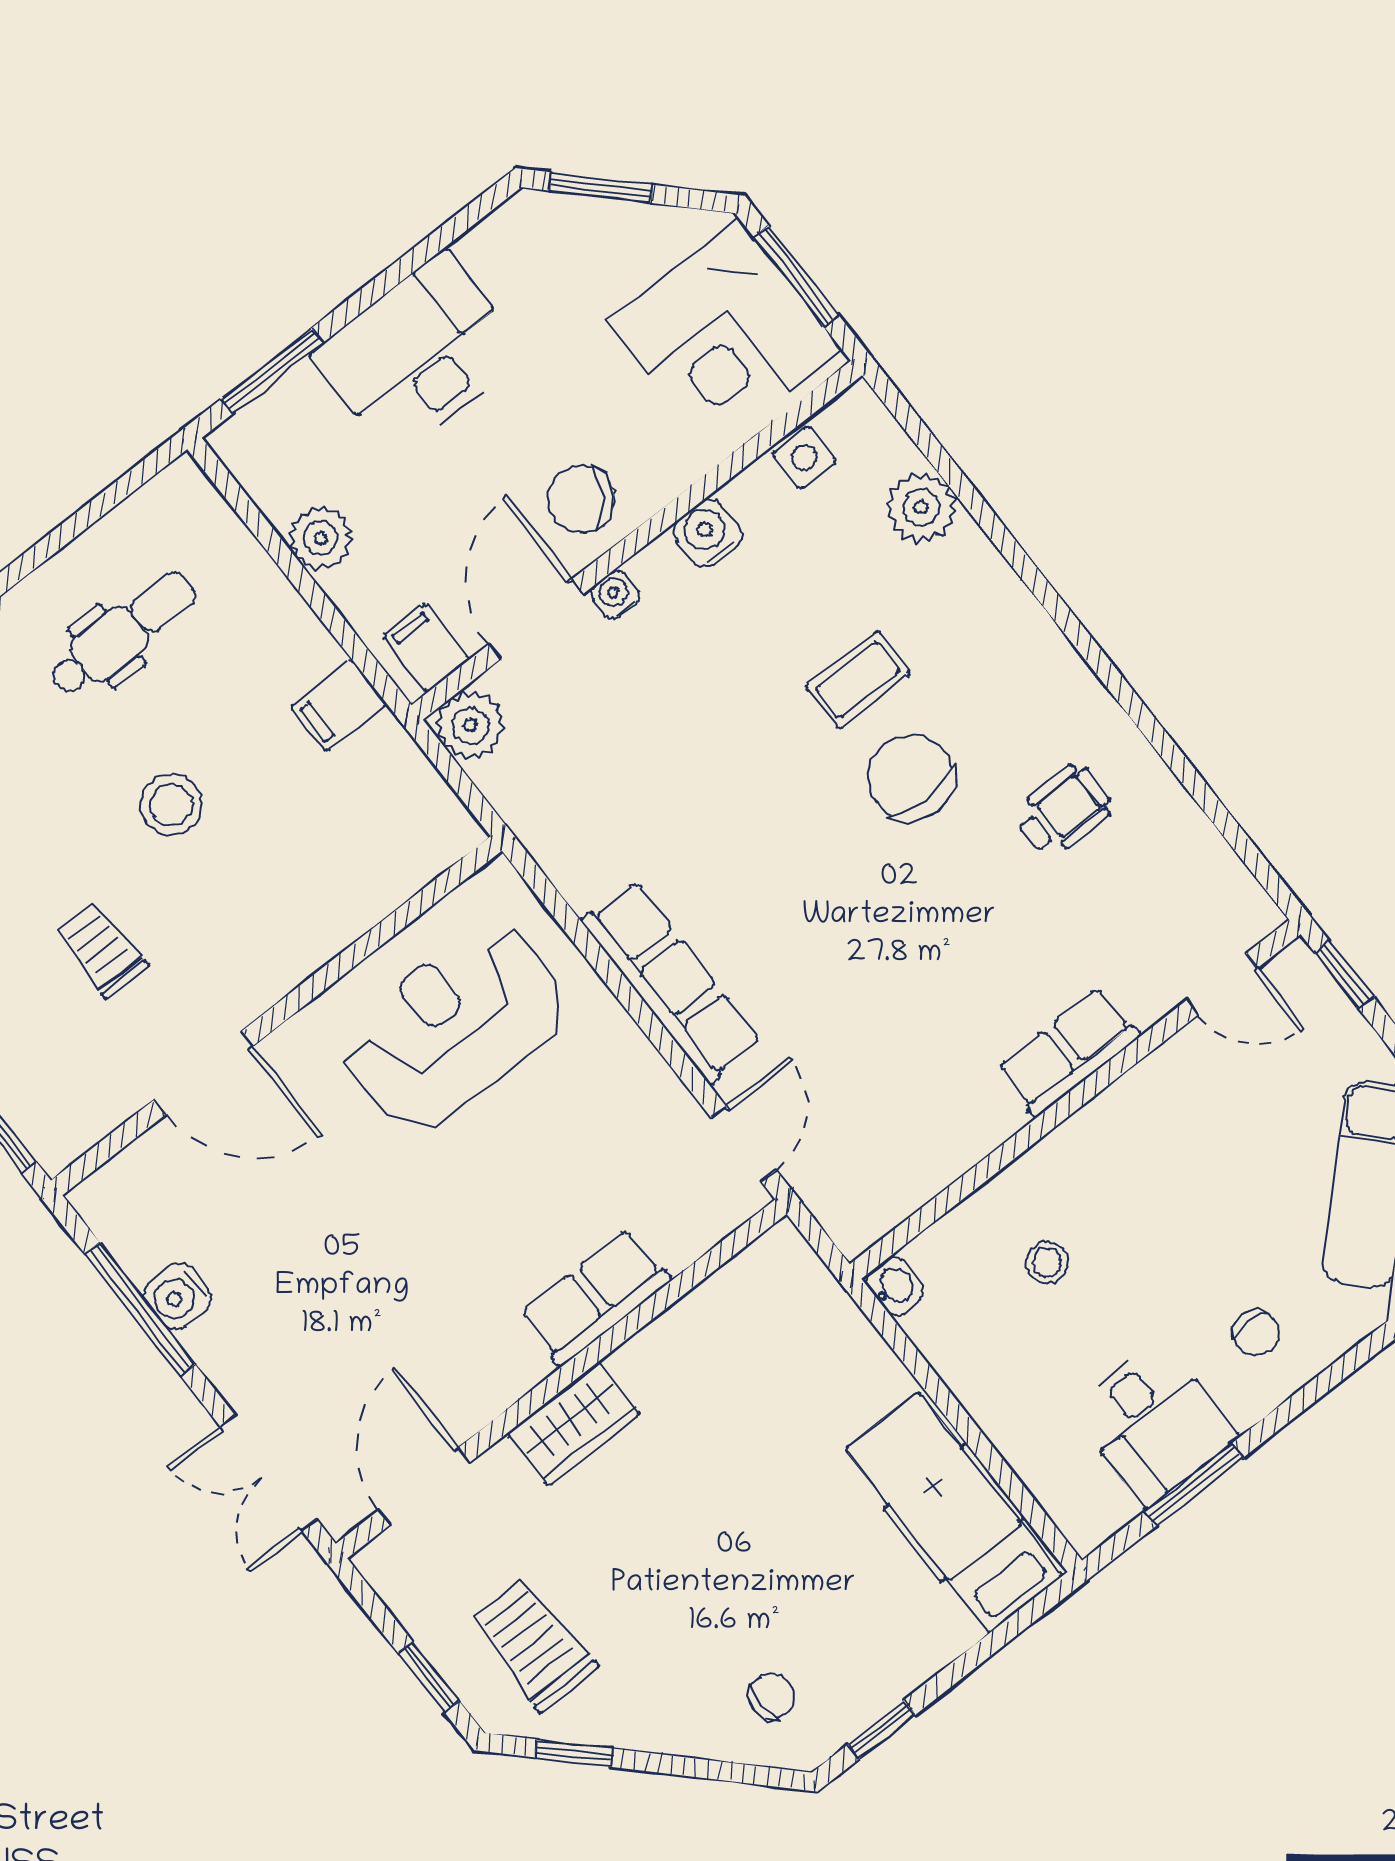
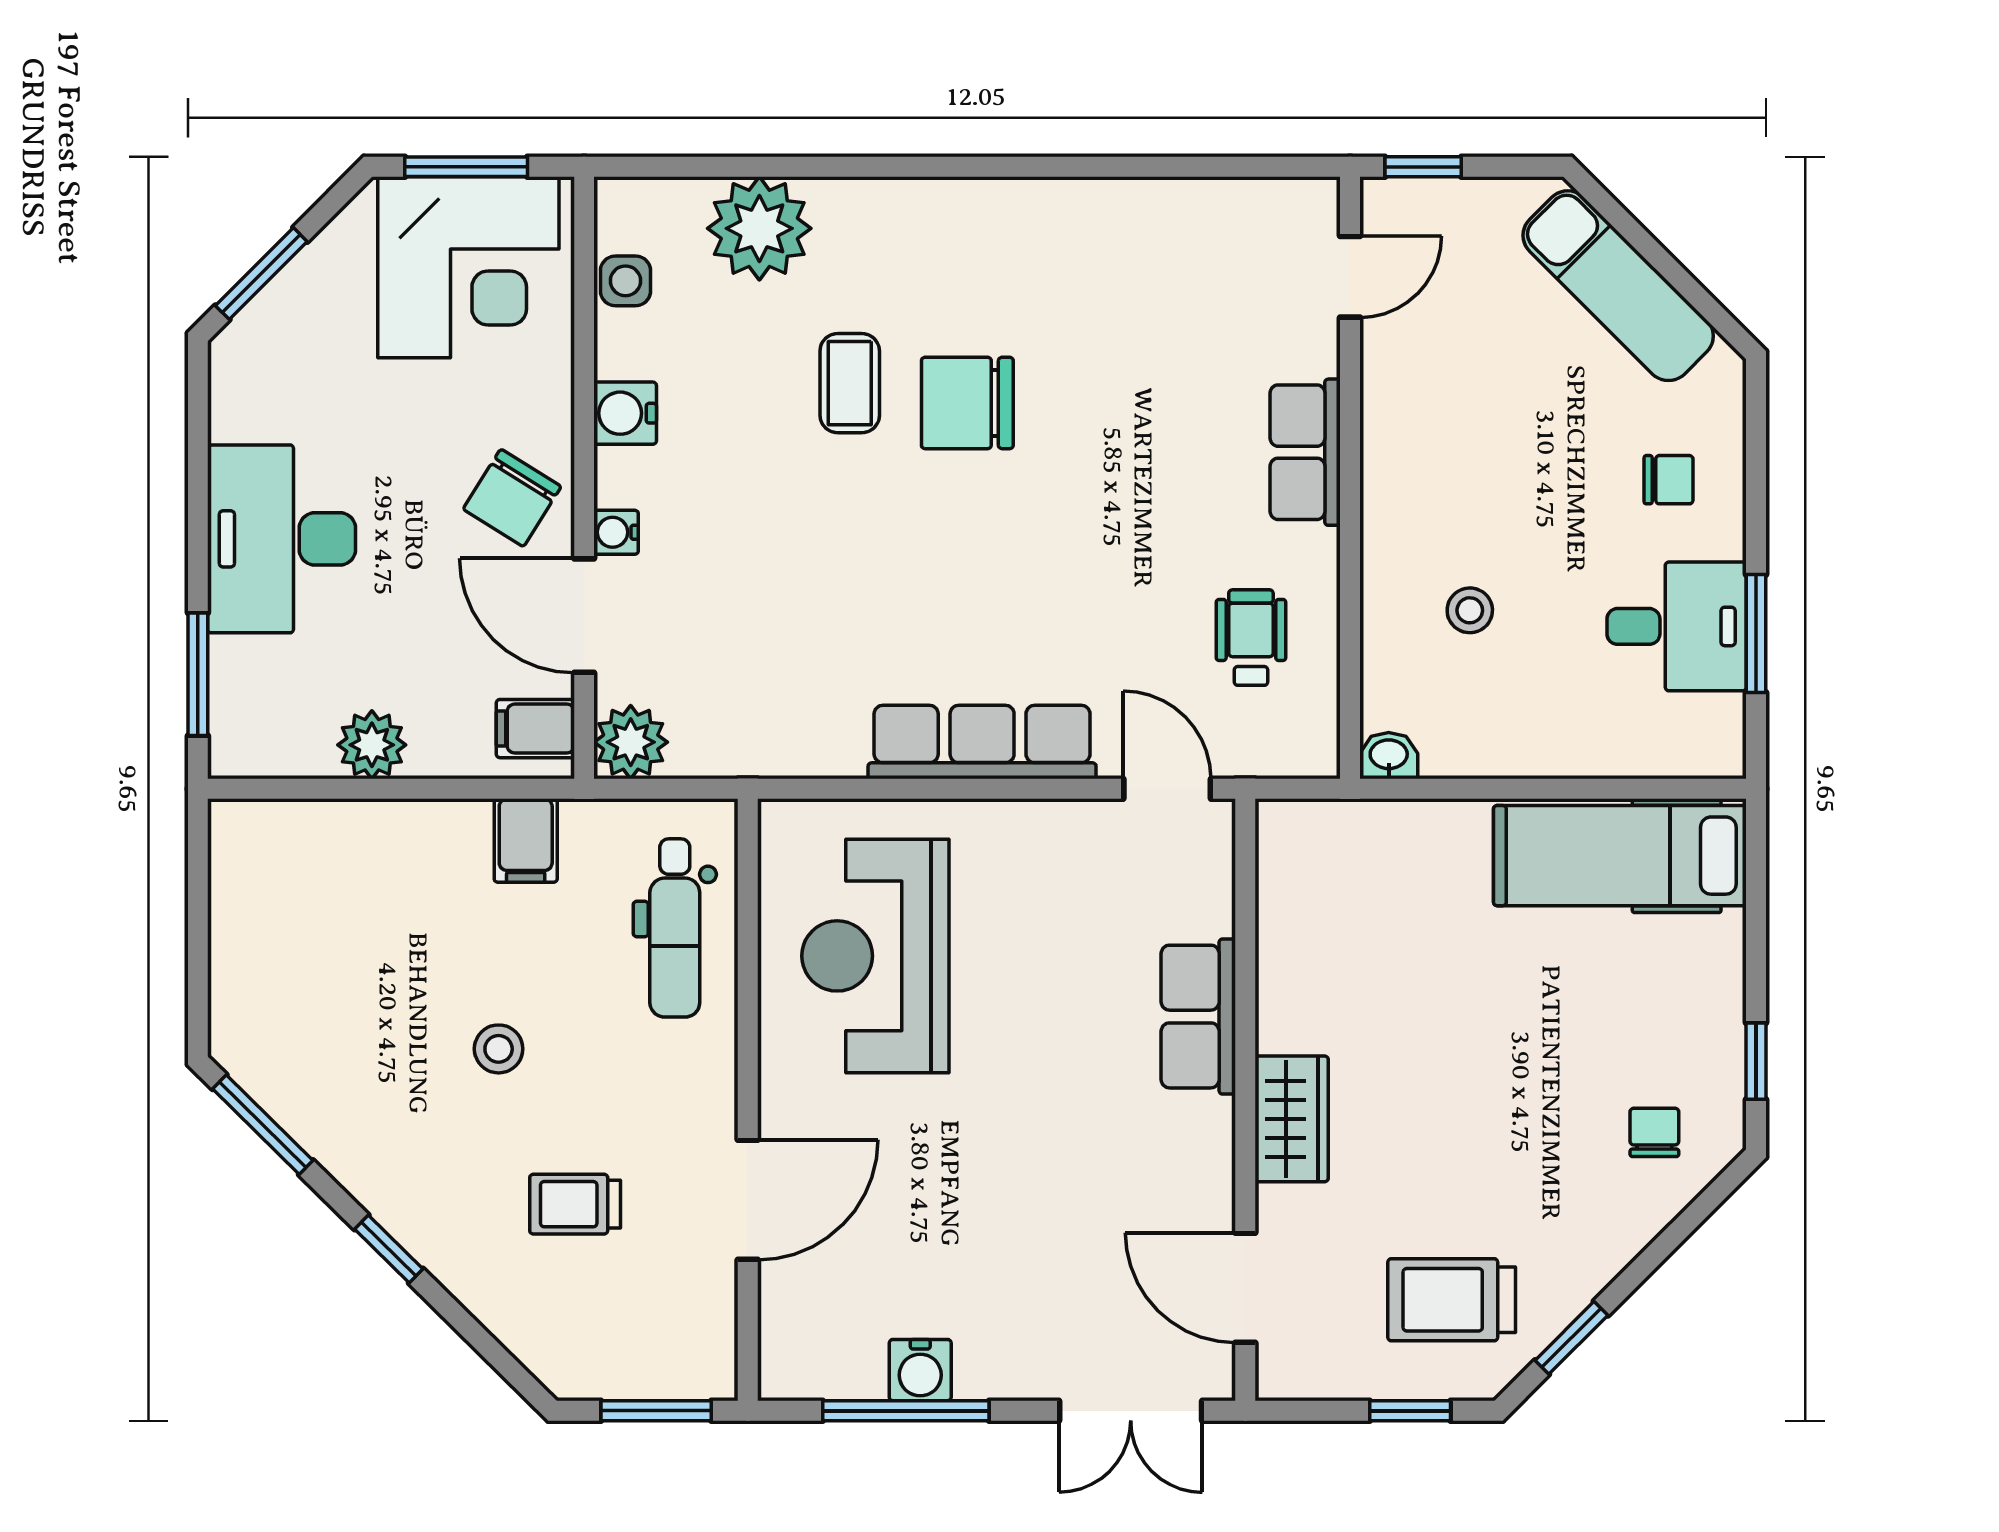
plant: (921, 507) -> (759, 228), width x1.36, depth x1.36
dental chair: (123, 634) -> (675, 928), moved, turned 180
stool: (171, 805) -> (499, 1049), width x0.73, depth x0.73
wheelchair: (1063, 811) -> (1251, 638), moved

